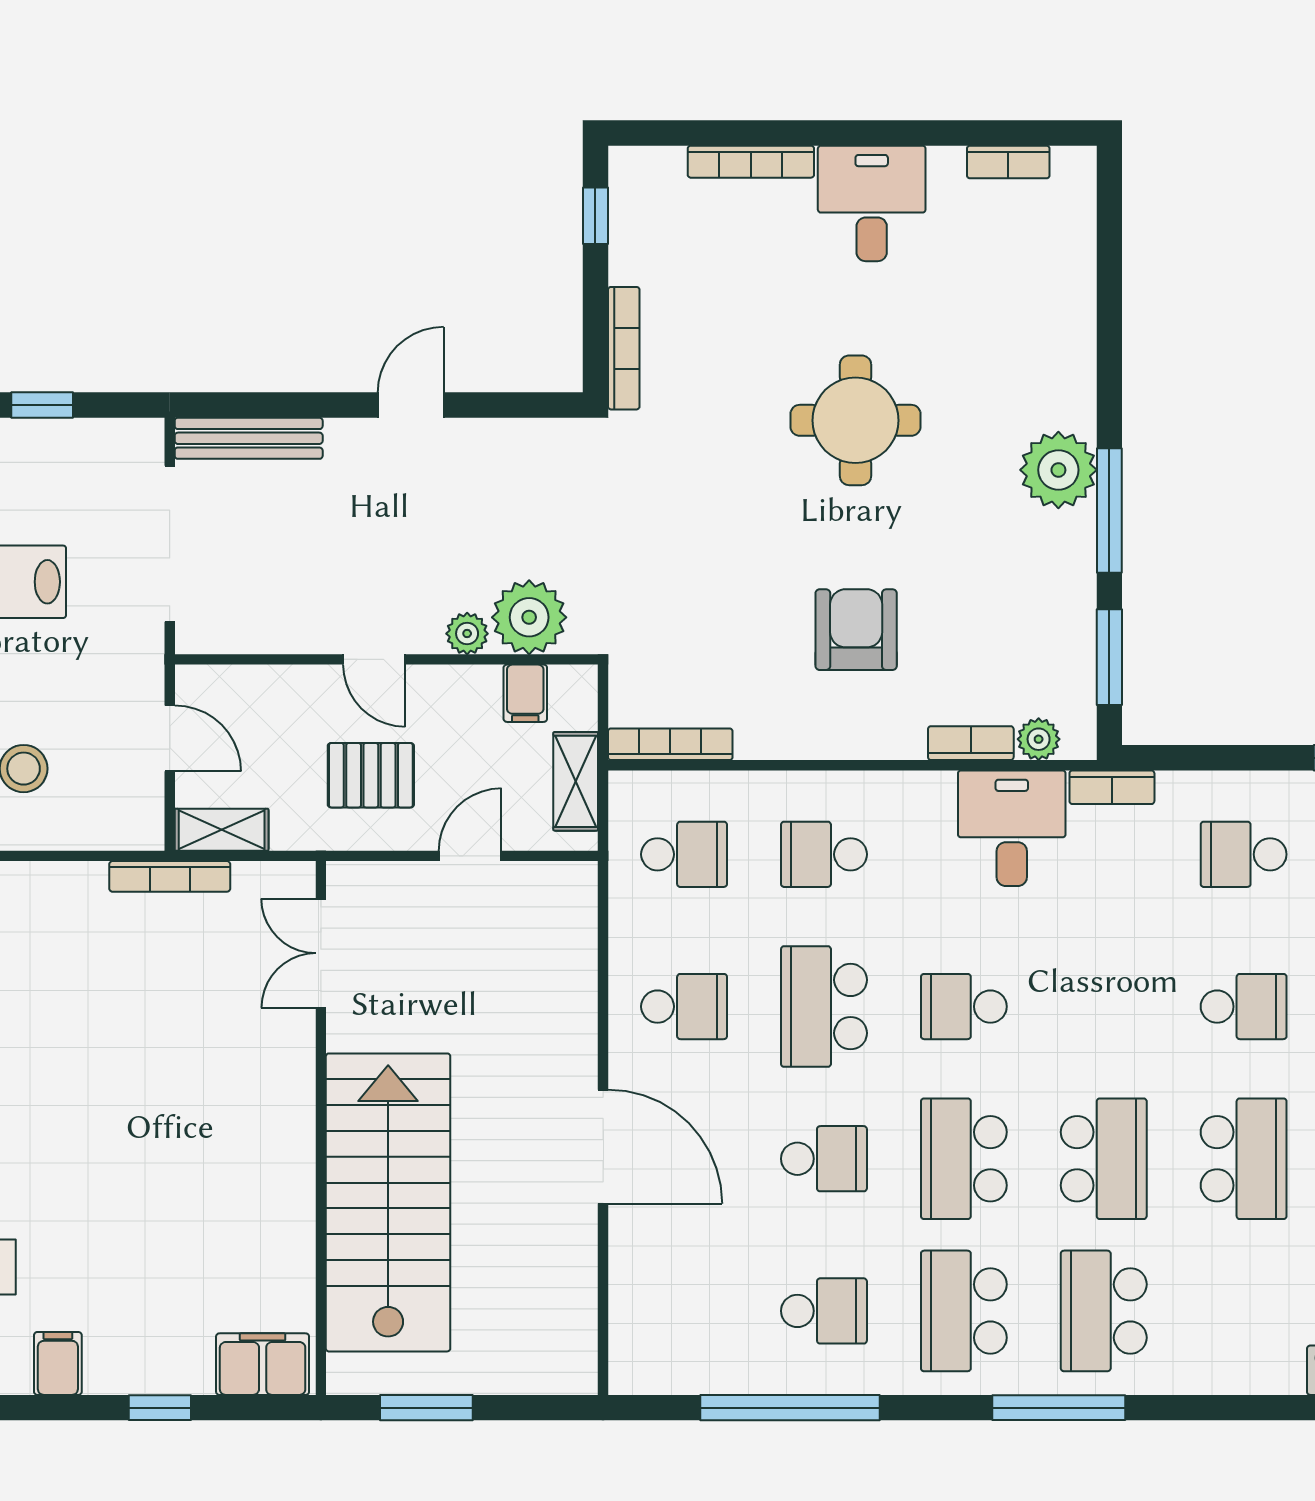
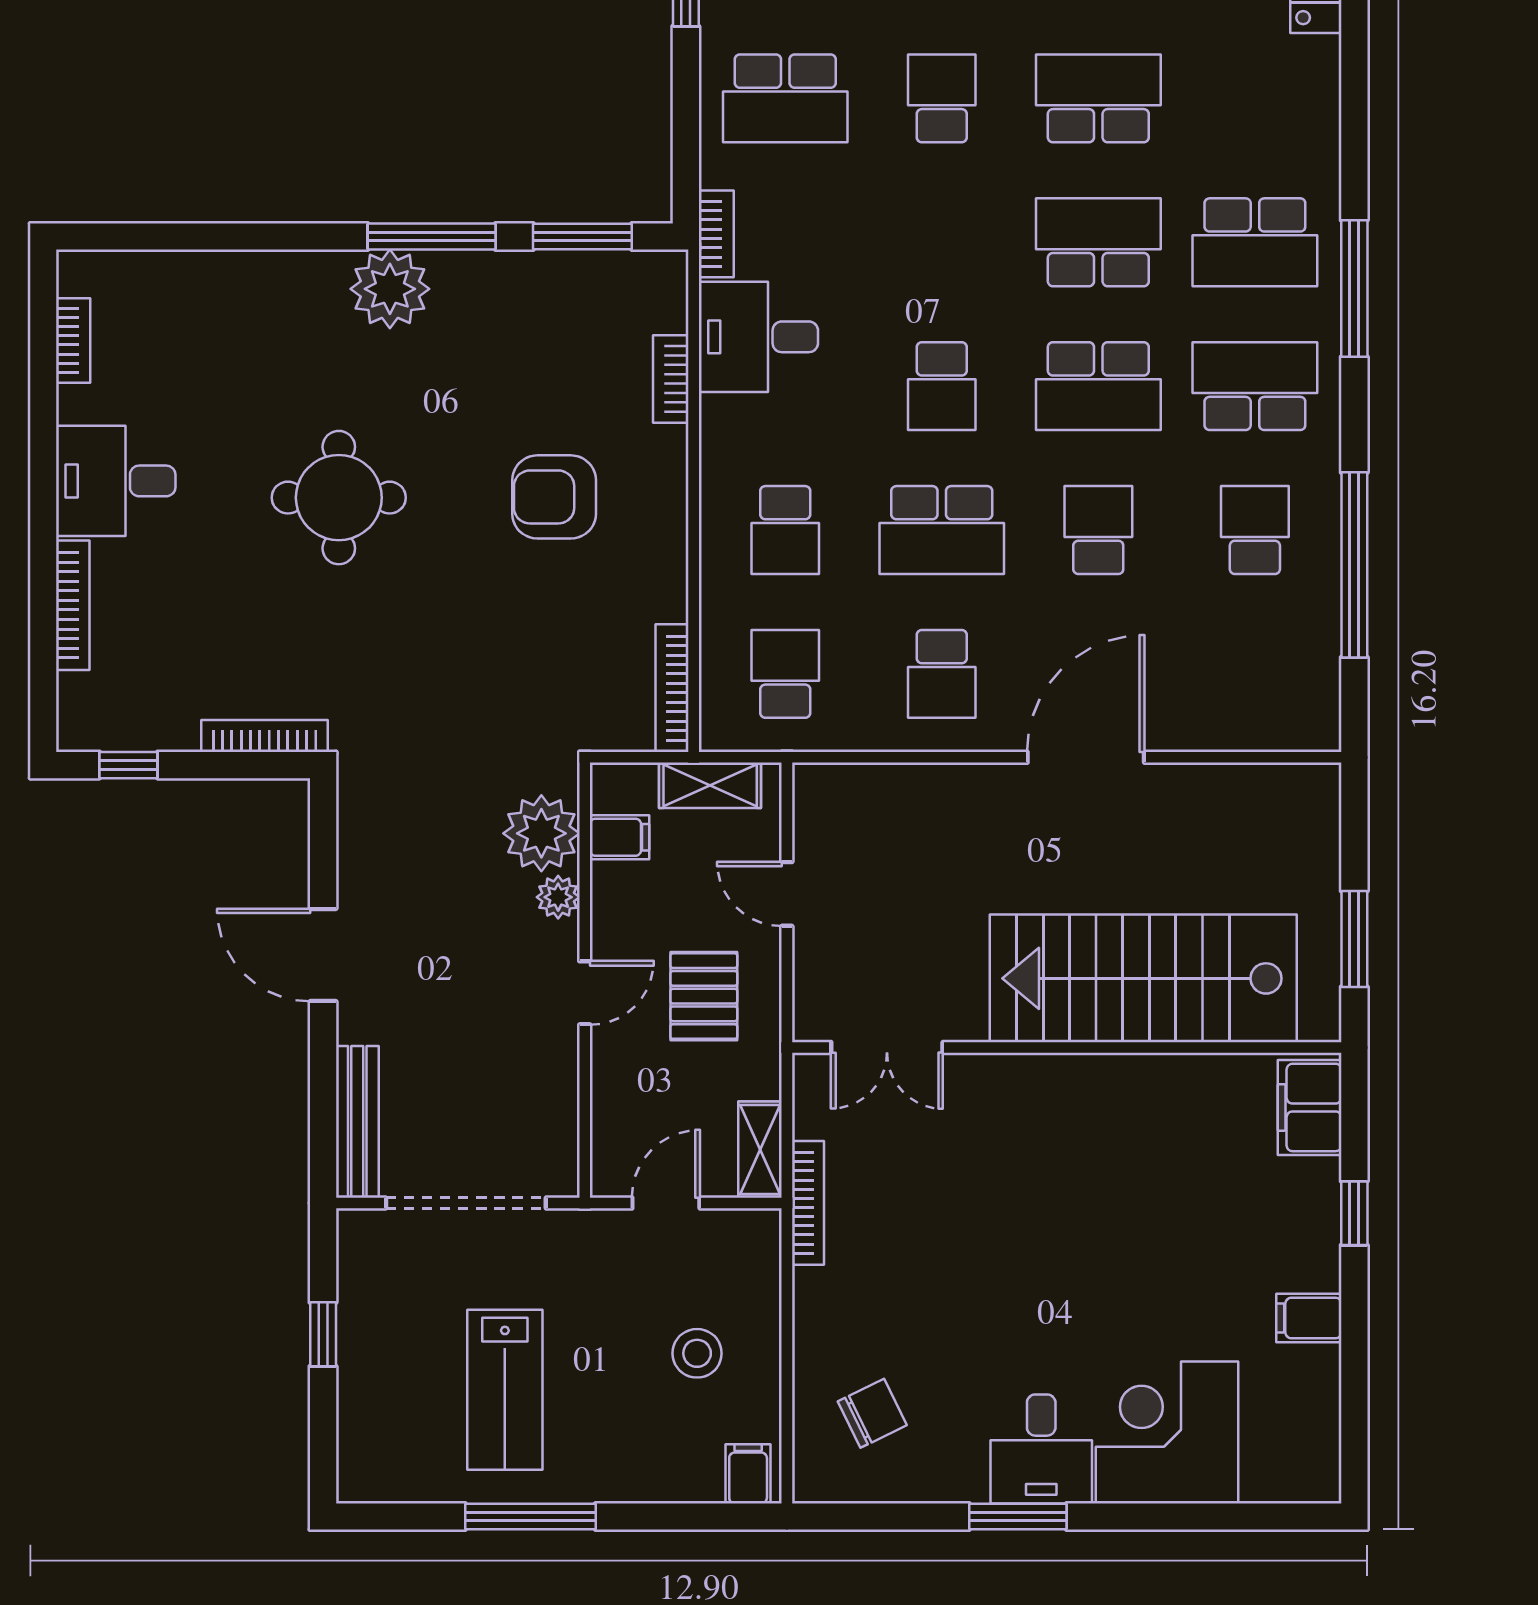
door: (411, 405) -> (323, 955), width x1.37
plant: (1039, 739) -> (667, 309), removed
school desk: (1244, 854) -> (785, 98), width x1.85
school desk: (684, 1007) -> (942, 674), turned 180
school desk: (964, 1311) -> (1255, 386), turned 180

